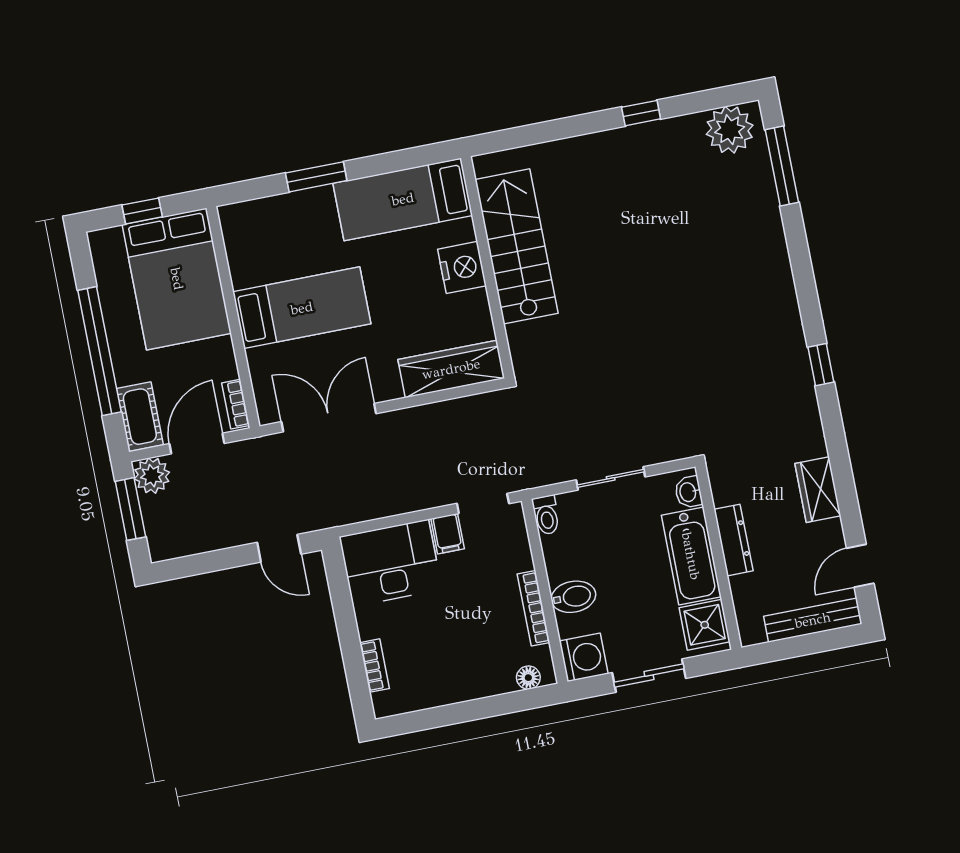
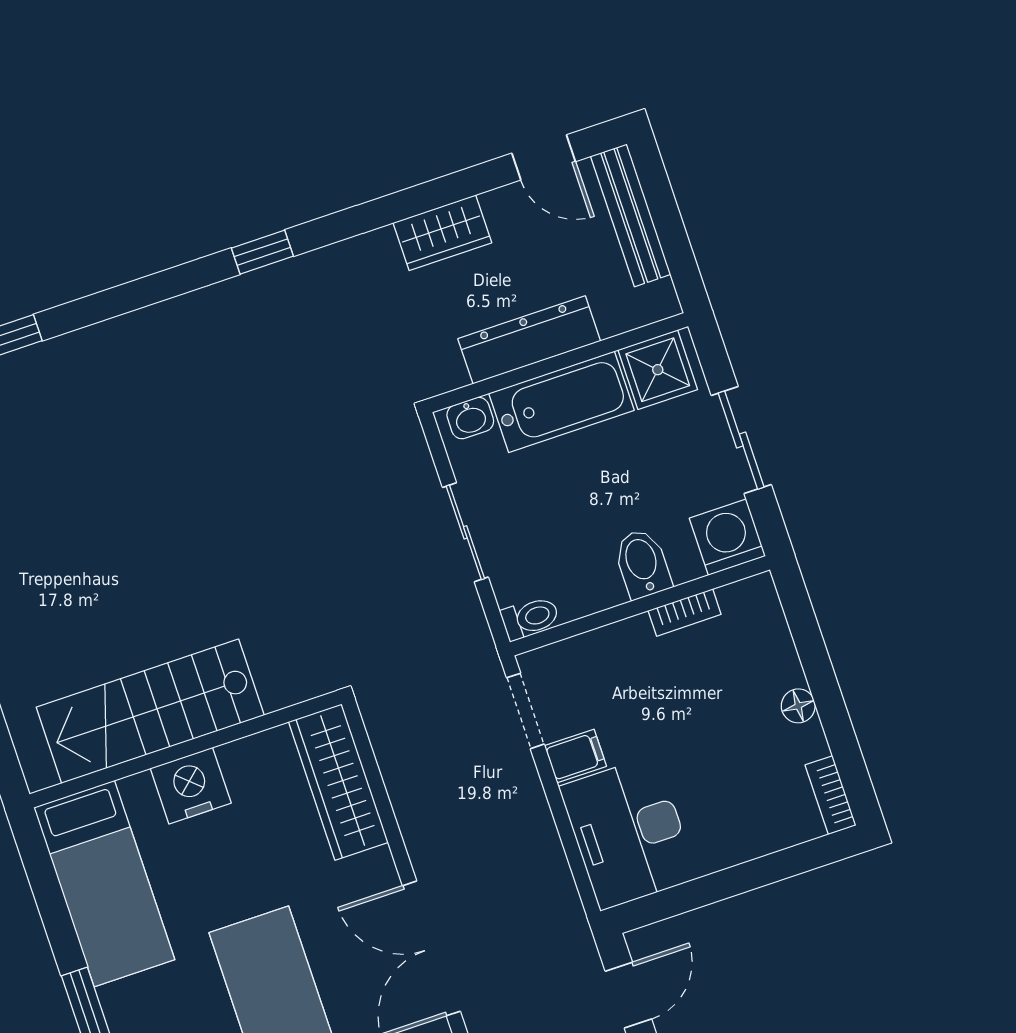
dresser: (733, 540) -> (529, 340), width x1.37, depth x1.24
bookcase: (533, 608) -> (685, 612), width x0.64
bookcase: (375, 666) -> (831, 795), moved, turned -90
floor lamp: (528, 678) -> (798, 706), moved

